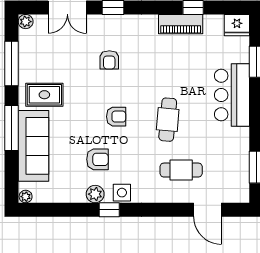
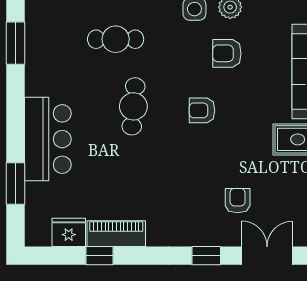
fridge: (237, 25) -> (69, 232), moved
armchair: (109, 60) -> (238, 201), moved

